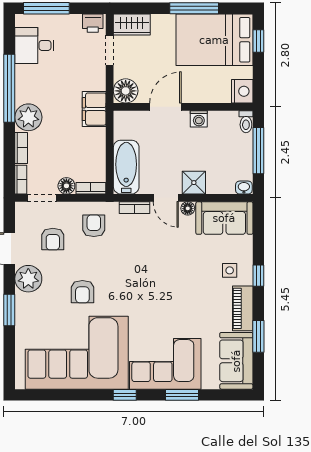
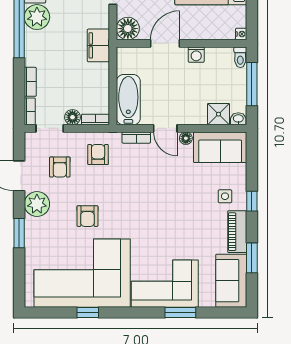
nightstand: (242, 91) -> (241, 34), width x0.53, depth x0.56
plant: (28, 117) -> (37, 17), moved
shower: (194, 183) -> (219, 114), moved
window: (125, 395) -> (88, 313), moved

